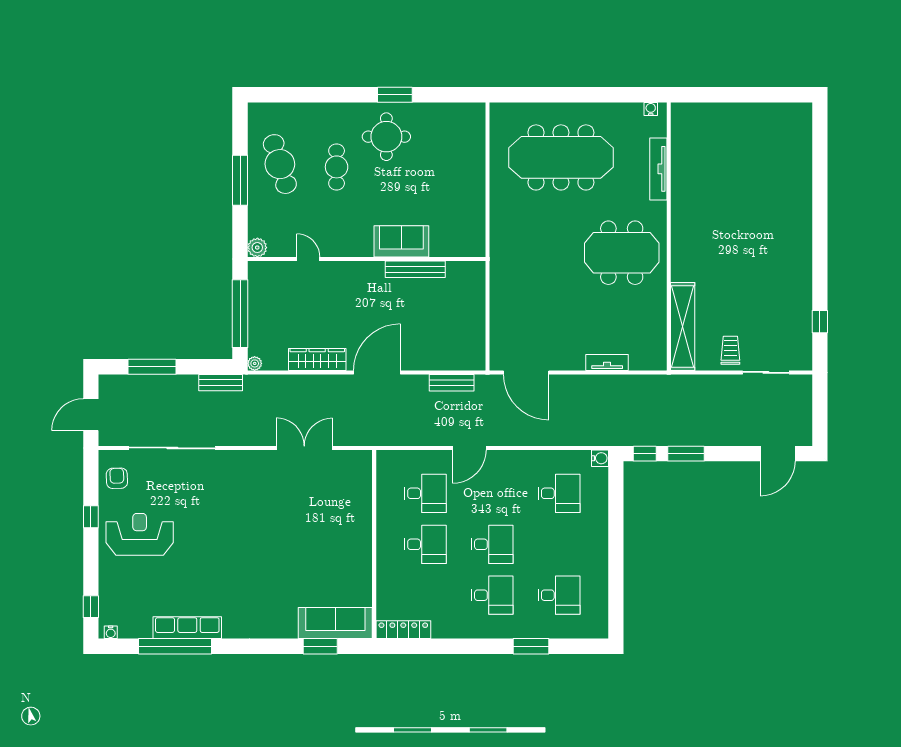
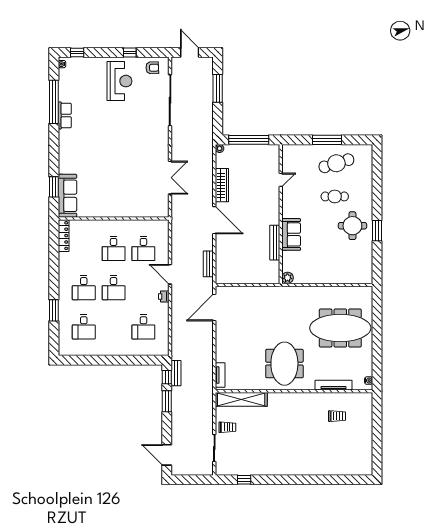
meeting table: (561, 157) -> (340, 328), turned 90
trolley: (711, 163) -> (337, 416), added
plant: (257, 248) -> (287, 278), moved
tv unit: (607, 362) -> (220, 375), moved
bench: (221, 383) -> (176, 373), moved
water cooler: (600, 458) -> (164, 351), removed
printer: (507, 459) -> (164, 296), added
row of seats: (187, 628) -> (65, 116), width x0.68

